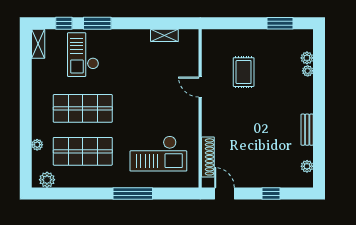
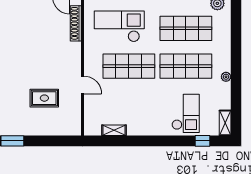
window: (97, 23) -> (173, 141), removed
rug: (244, 72) -> (44, 98), turned 90
shop shelf: (148, 108) -> (129, 66), added
plant: (37, 145) -> (226, 77), moved

